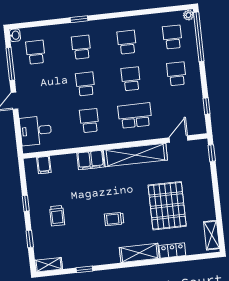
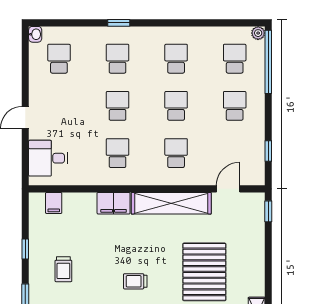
window: (10, 64) -> (25, 70), removed
school desk: (135, 116) -> (176, 153), width x0.54

